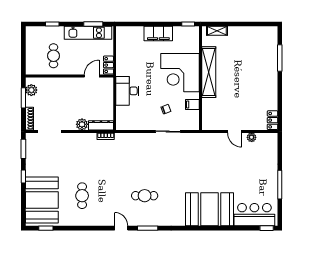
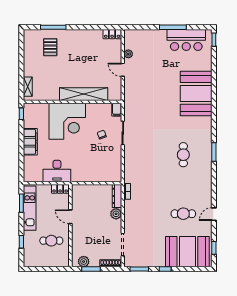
pallet: (259, 55) -> (50, 47), added
shelving: (209, 72) -> (84, 94), moved
door: (92, 76) -> (70, 217), moved
desk: (127, 91) -> (57, 171), moved
filing cabinet: (192, 104) -> (117, 110), moved
door: (235, 131) -> (123, 70), swing flipped
bar counter: (254, 215) -> (186, 40), moved, turned -90
door: (121, 228) -> (214, 214), moved

